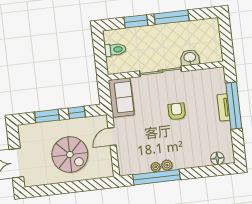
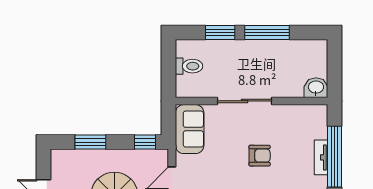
washbasin: (190, 58) -> (316, 88), moved
armchair: (177, 111) -> (260, 156), turned 90
window: (77, 113) -> (145, 142), moved

